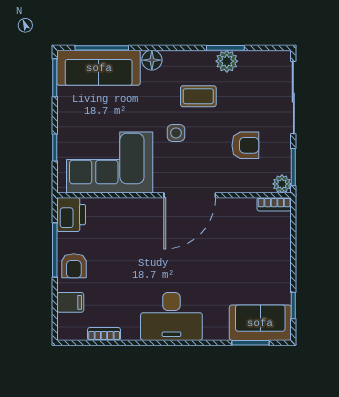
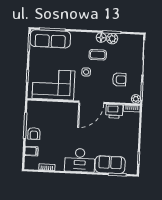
floor lamp: (152, 60) -> (101, 38), moved
printer: (71, 215) -> (114, 111), moved, turned 90
sofa: (260, 323) -> (110, 165), moved

